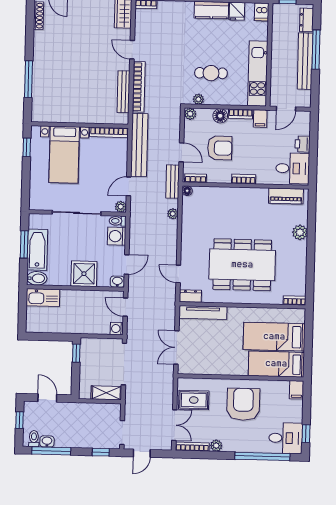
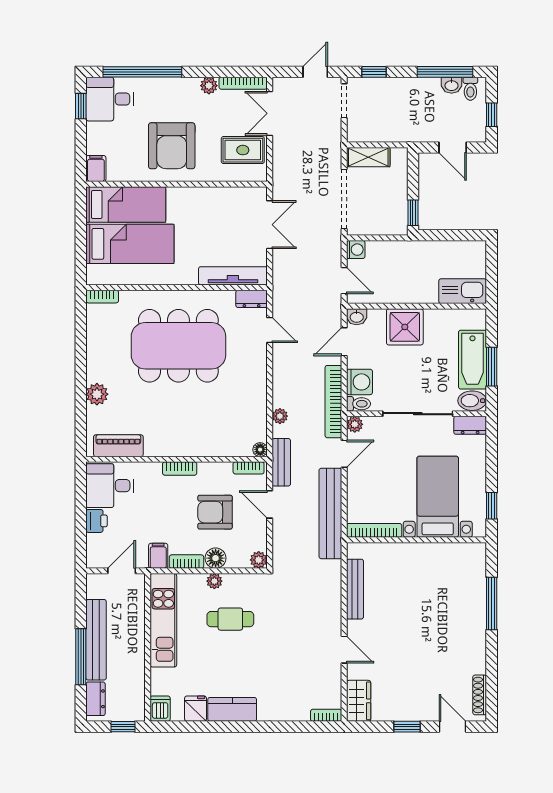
bookcase: (139, 87) -> (333, 402), moved
plant: (198, 99) -> (214, 581), moved
dresser: (40, 204) -> (470, 425), added
bidet: (37, 278) -> (472, 401), moved

